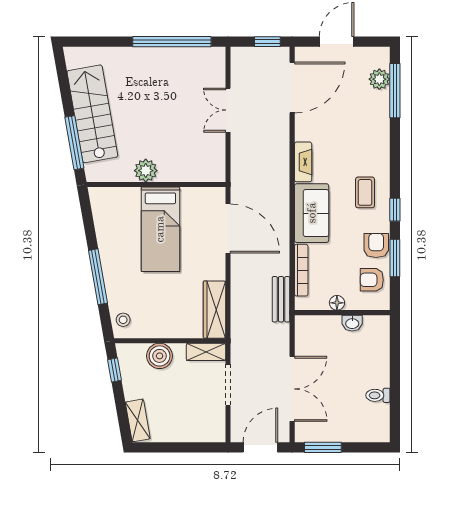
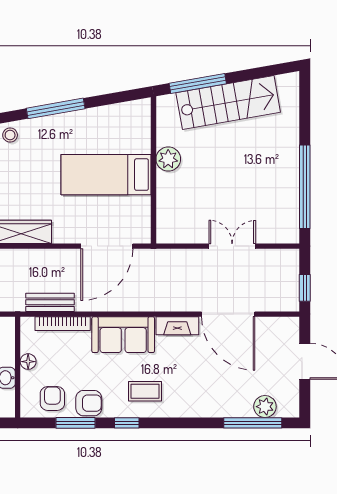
door: (292, 87) -> (228, 314), moved
bench: (281, 299) -> (50, 302), moved

